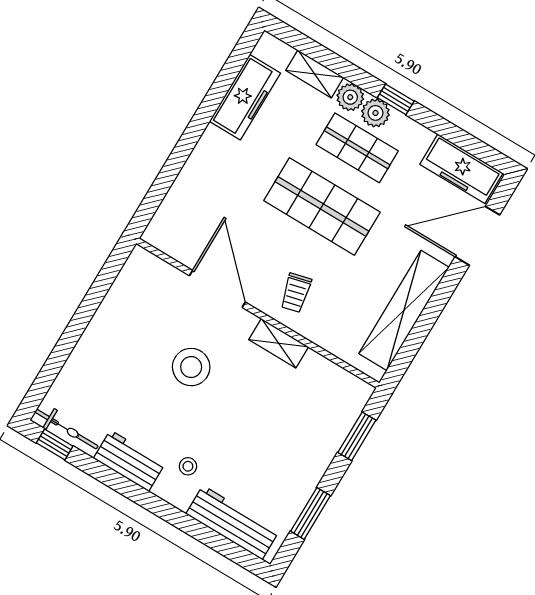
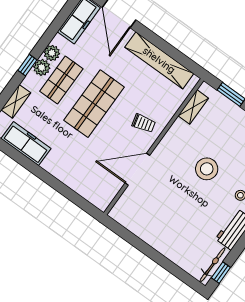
plant: (350, 97) -> (52, 53), moved
window: (396, 99) -> (27, 65), moved
shelving: (279, 343) -> (193, 107), moved
stool: (191, 367) -> (207, 169), moved

